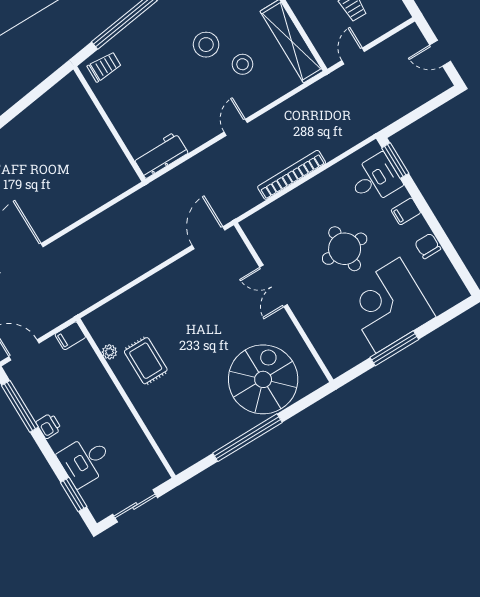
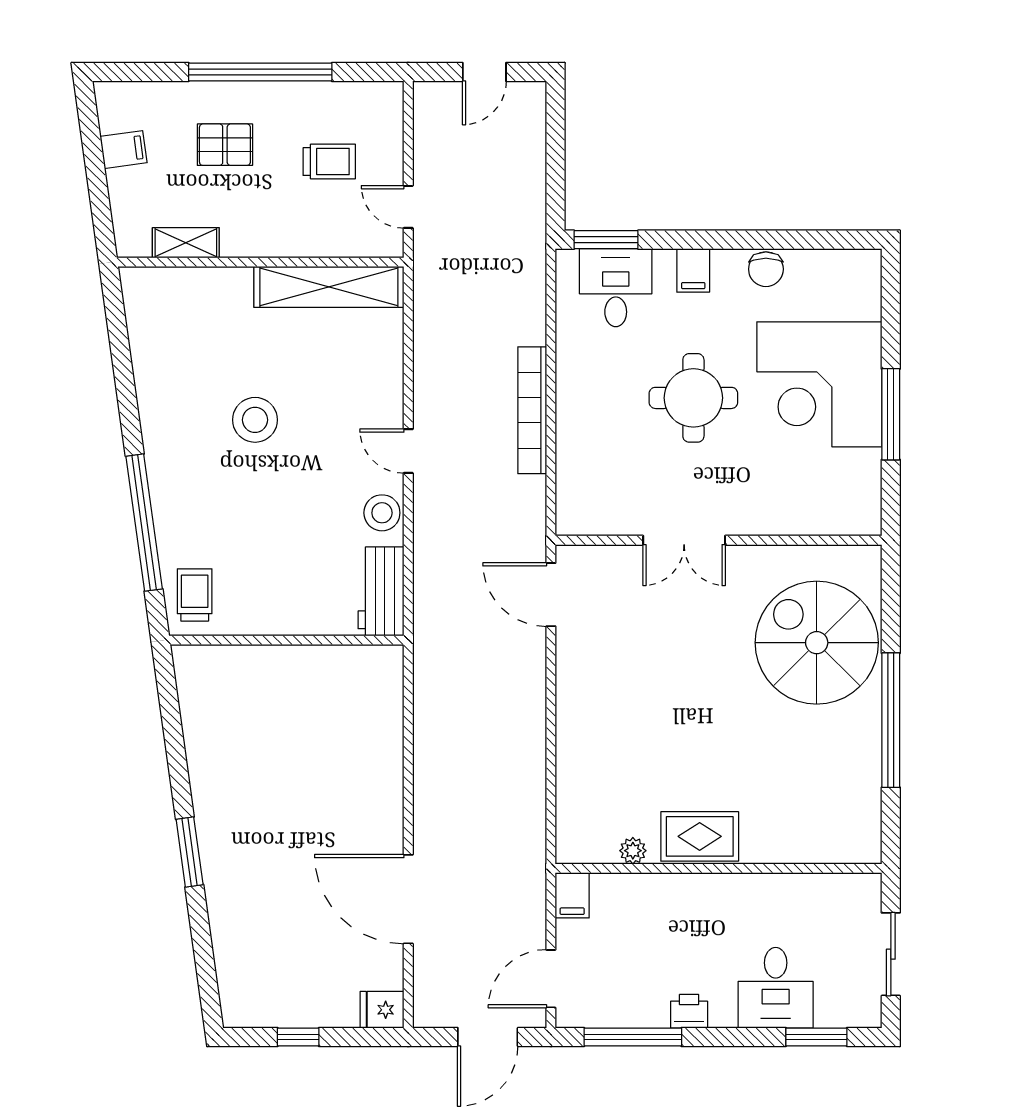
stool: (243, 64) -> (382, 513), moved
chair: (428, 246) -> (766, 269), turned -90
rug: (146, 361) -> (700, 836), moved

